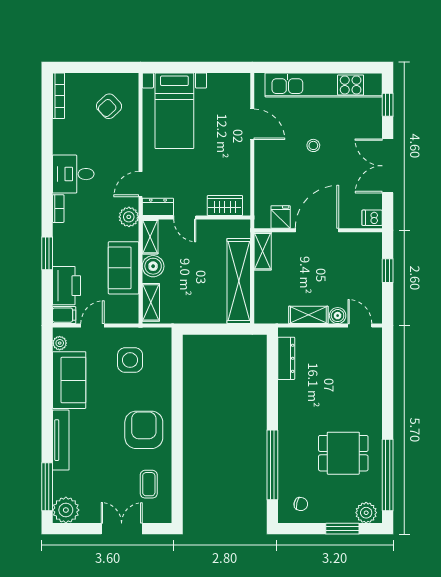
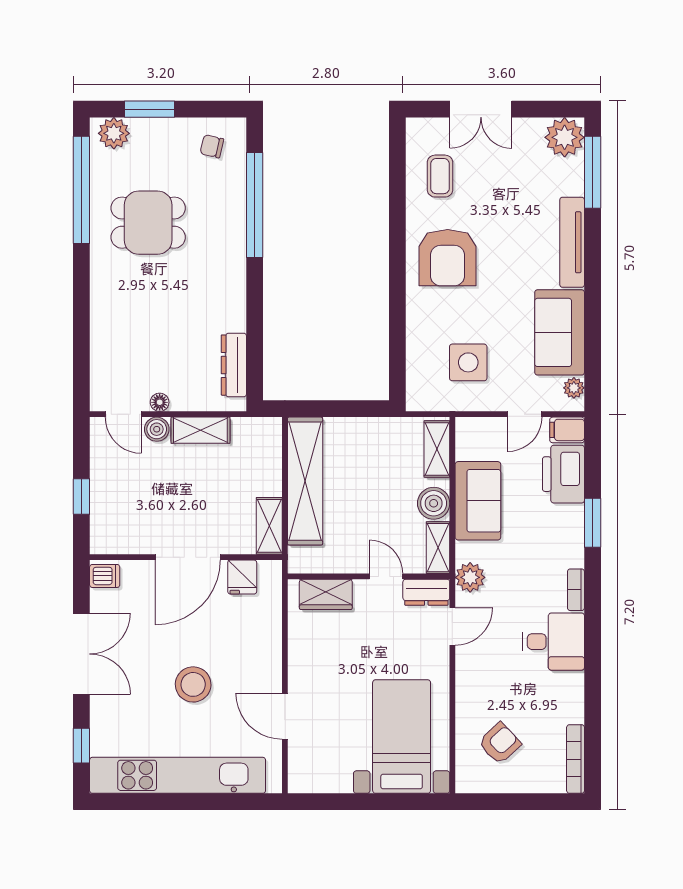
stool: (313, 145) -> (193, 684), width x1.89, depth x1.89
floor lamp: (336, 333) -> (160, 402), added

